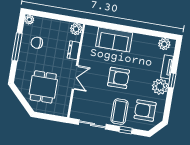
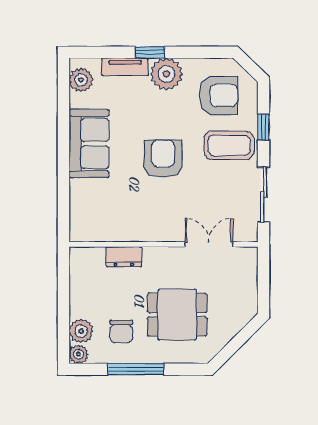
plant: (76, 29) -> (81, 331), moved
sofa: (114, 39) -> (89, 144), moved
double door: (75, 77) -> (209, 244), moved
dining table: (43, 87) -> (177, 315), moved
armchair: (145, 110) -> (218, 95), turned -90

